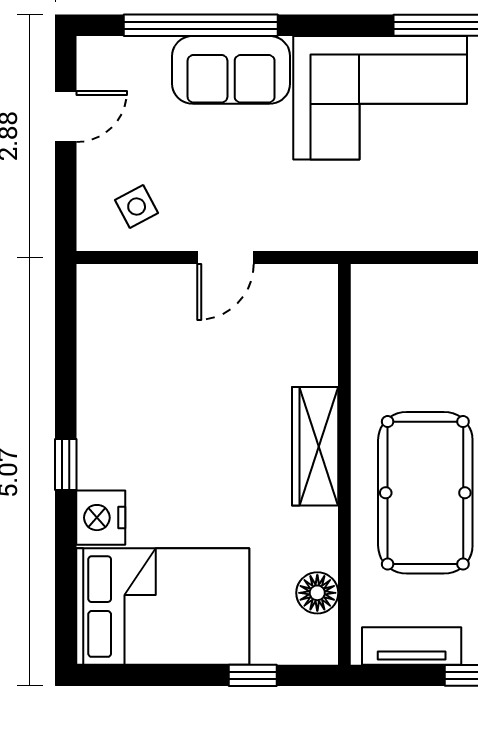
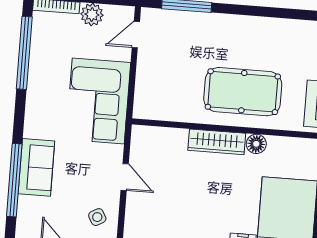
corner sofa: (380, 98) -> (98, 101), moved, turned 180
floor lamp: (317, 593) -> (256, 144), moved

